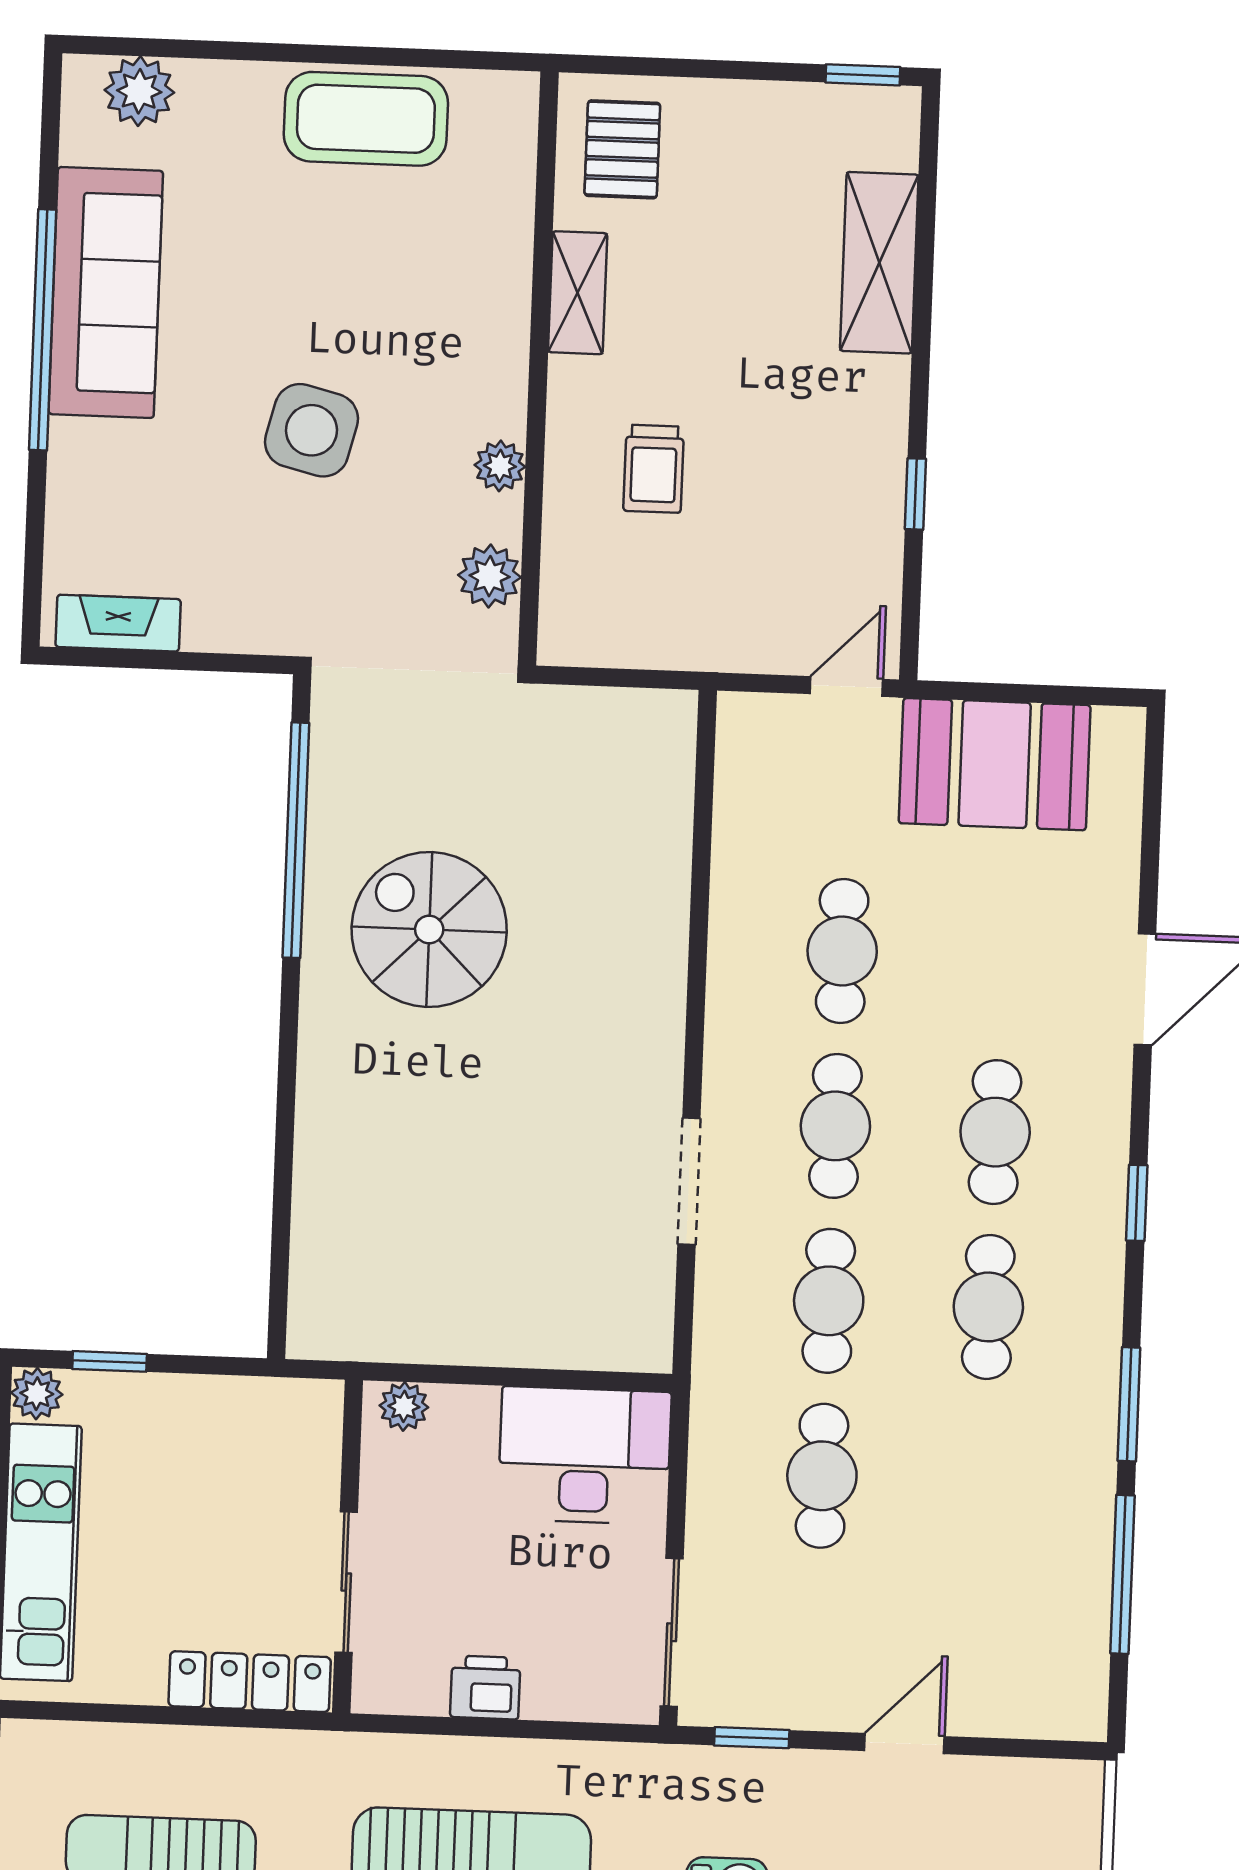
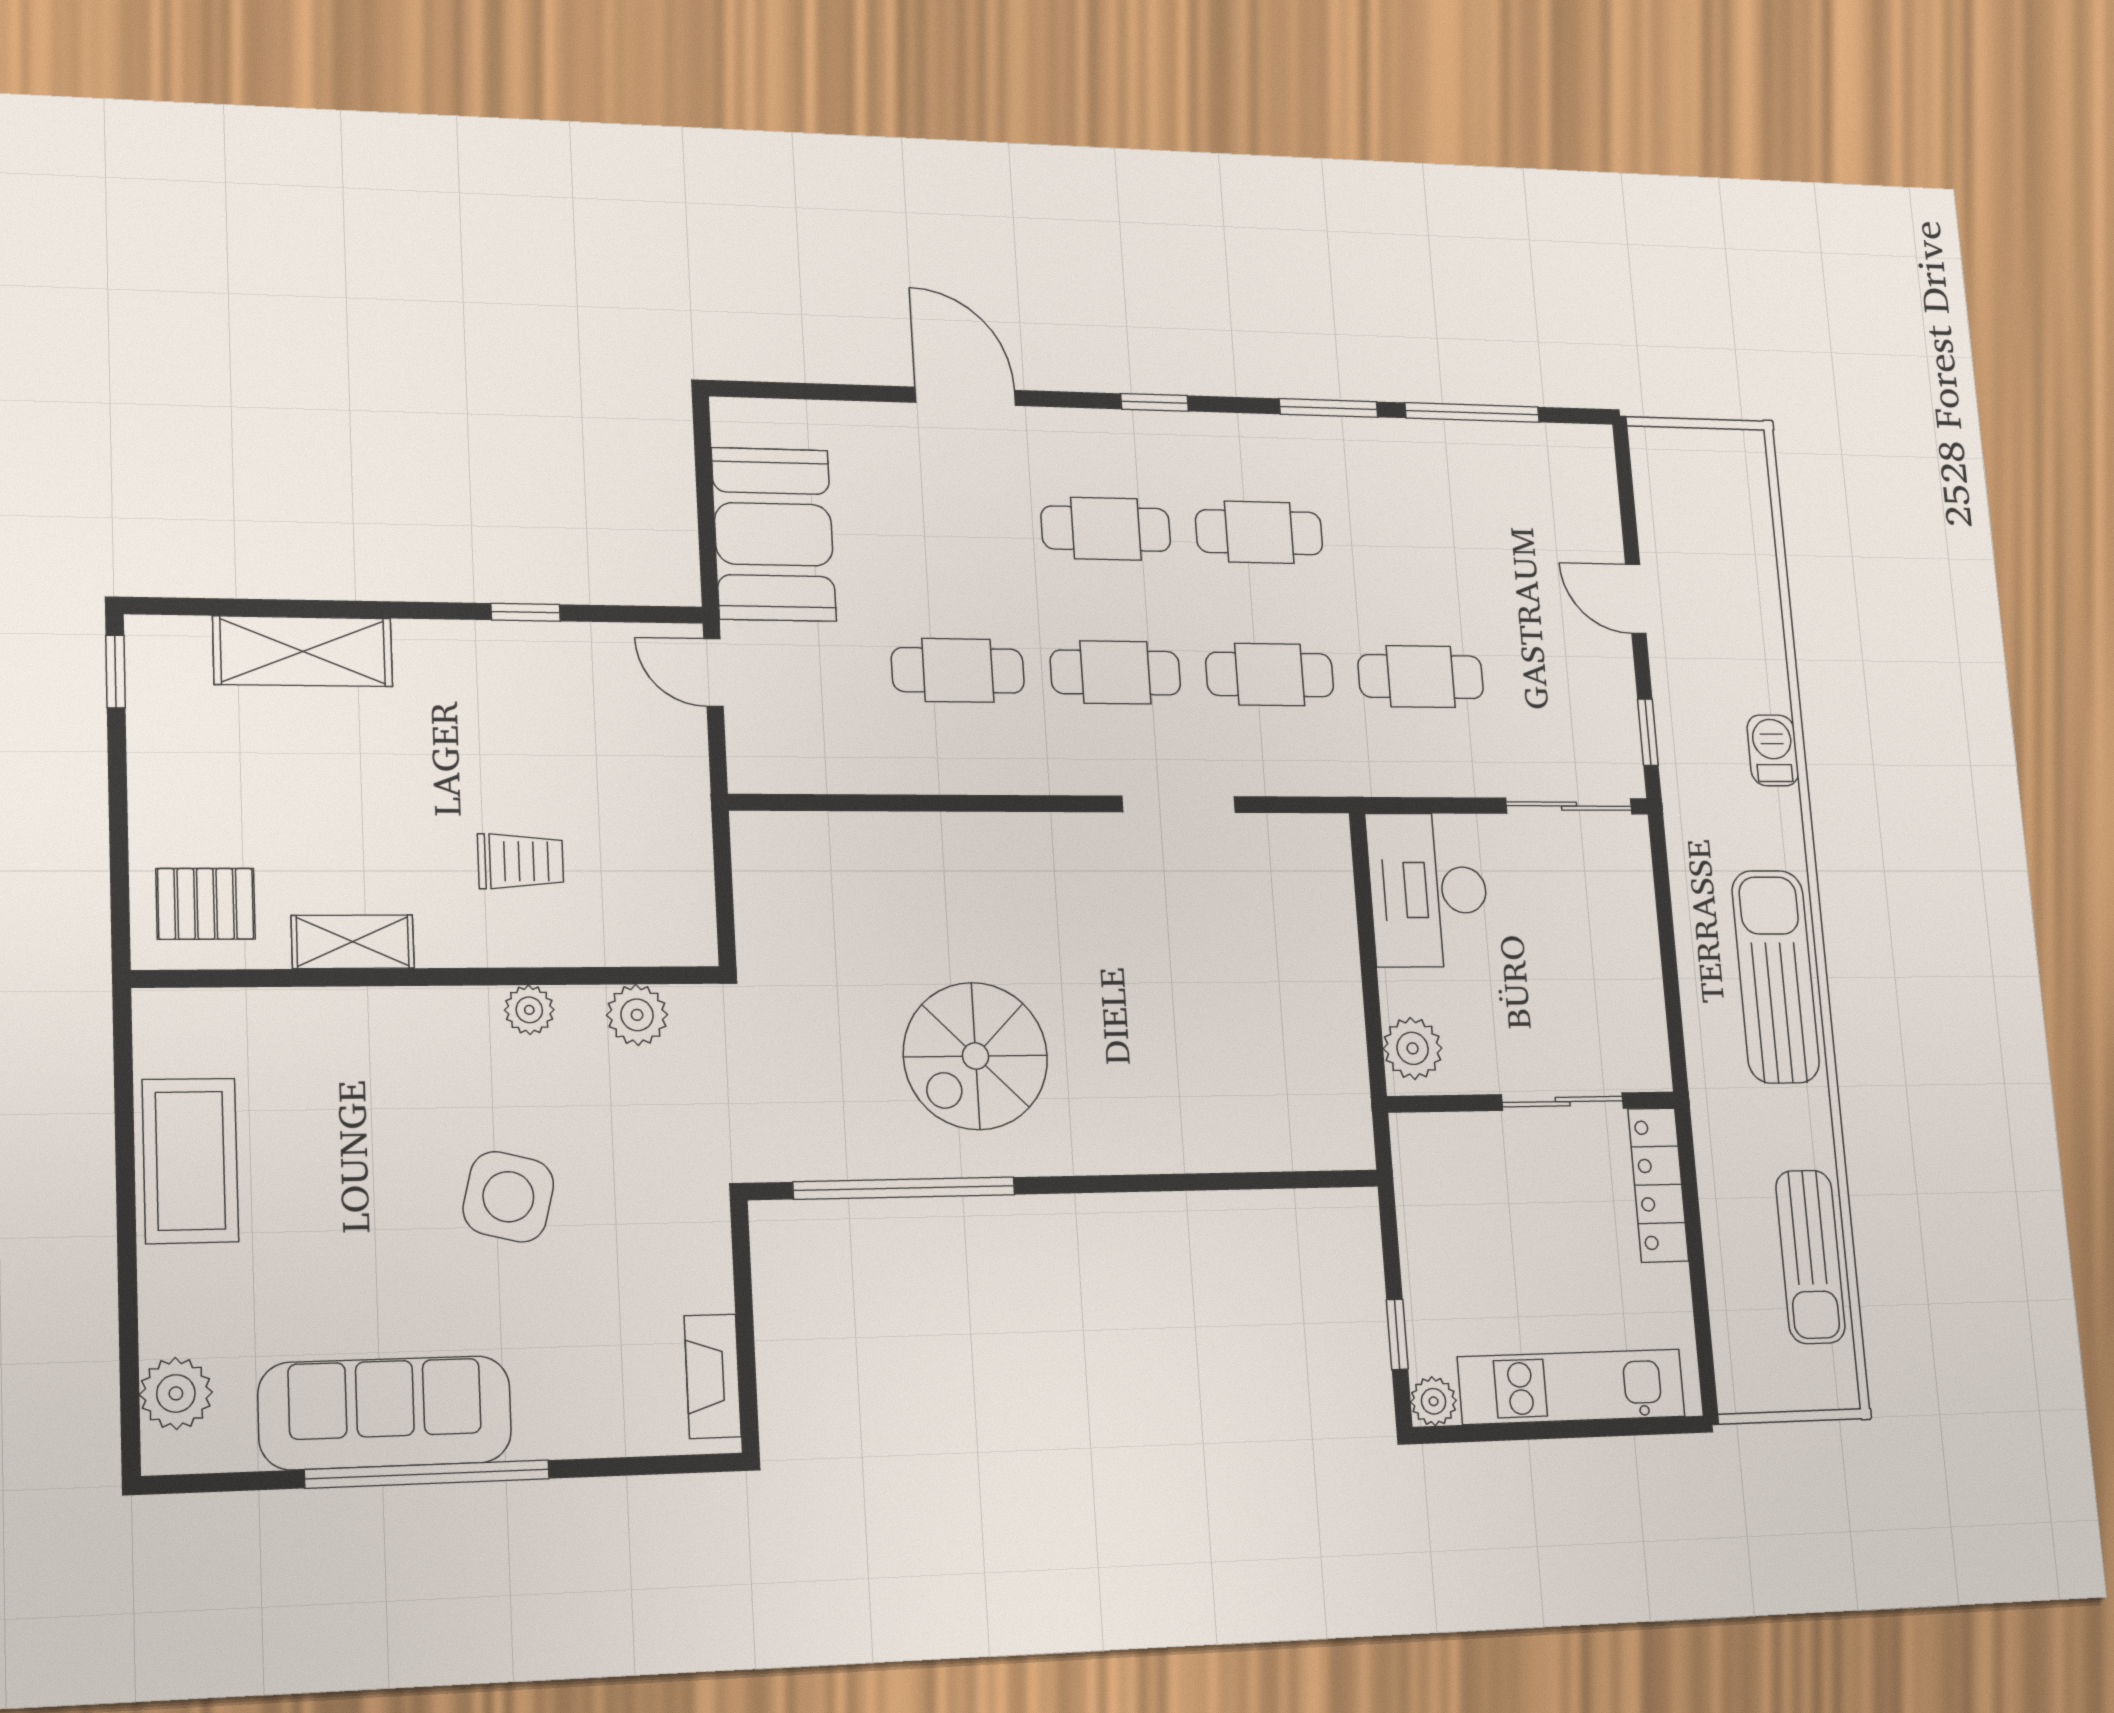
plant: (404, 1406) -> (1413, 1048), width x1.38, depth x1.38
printer: (485, 1687) -> (1636, 971), removed

